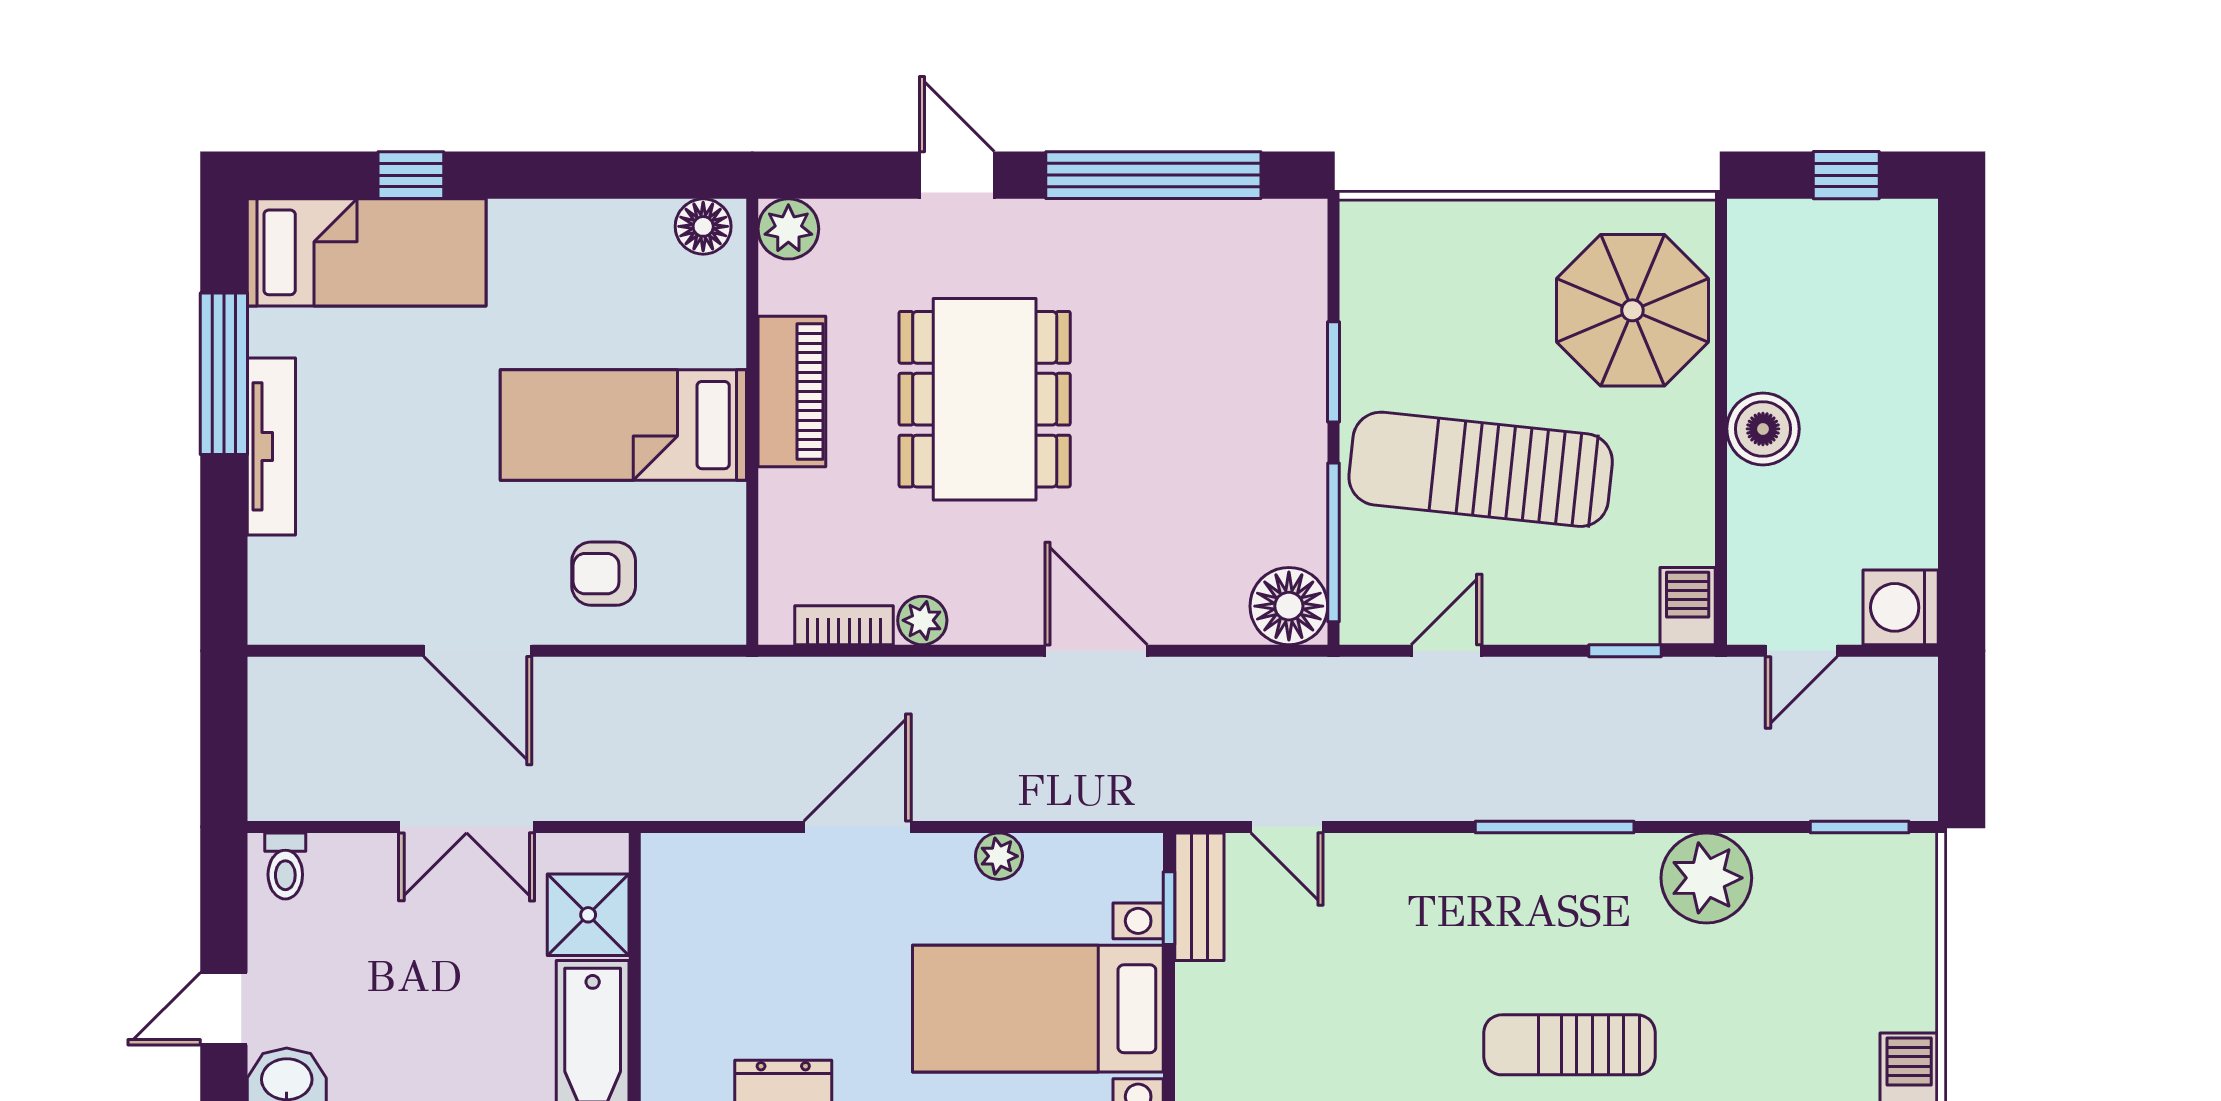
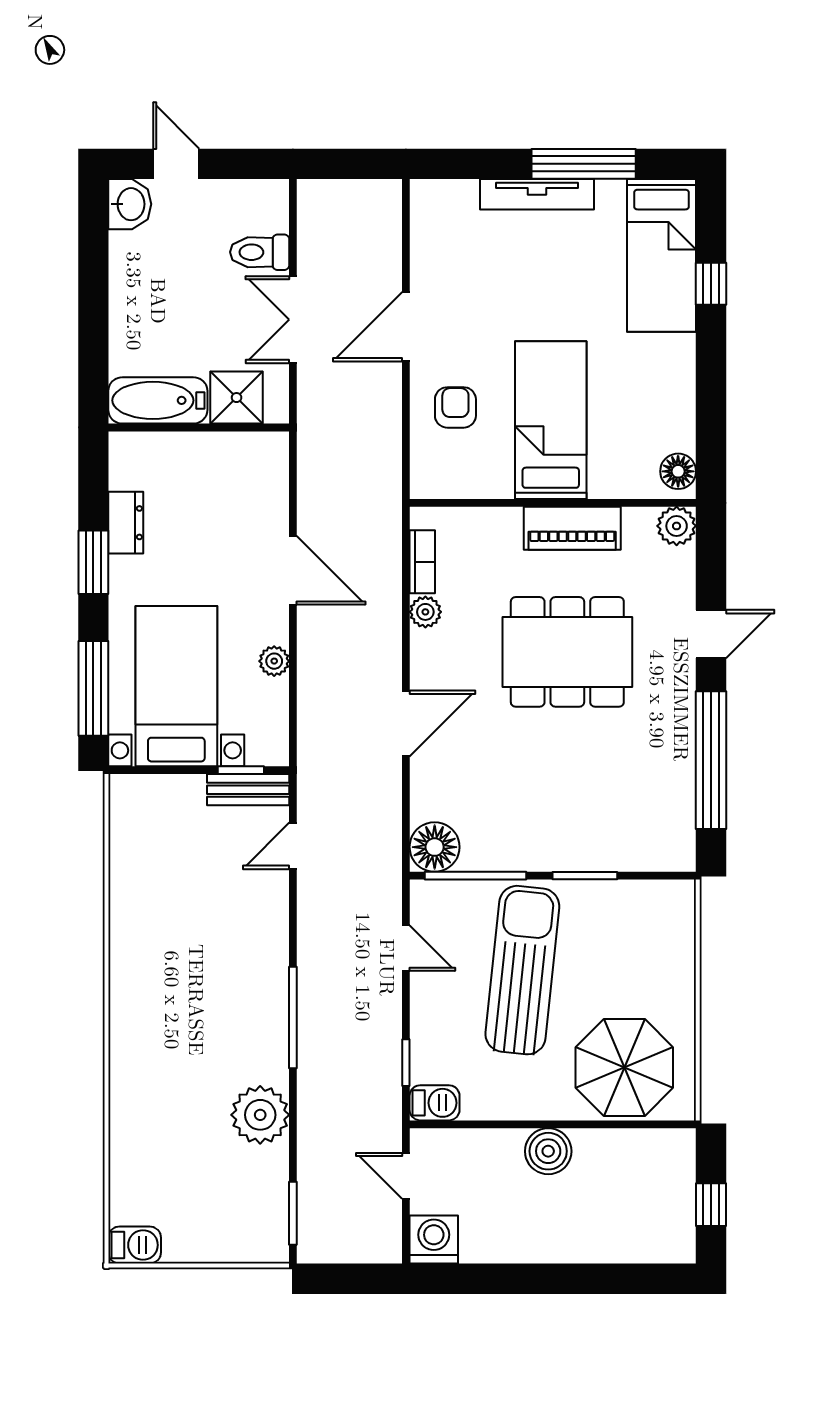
toilet: (285, 866) -> (260, 252), moved, width x1.37, depth x1.39
sun lounger: (1570, 1045) -> (153, 1027), removed

